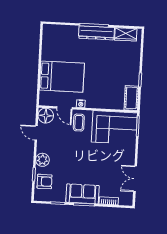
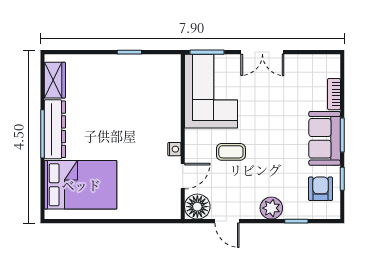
bed: (62, 77) -> (81, 185), moved, turned 90
cot: (131, 98) -> (160, 65), removed
coffee table: (79, 123) -> (231, 152), moved
door: (36, 133) -> (227, 221), hinge flipped
double door: (135, 179) -> (262, 52), moved
armchair: (45, 182) -> (321, 189), moved

